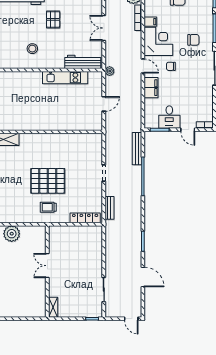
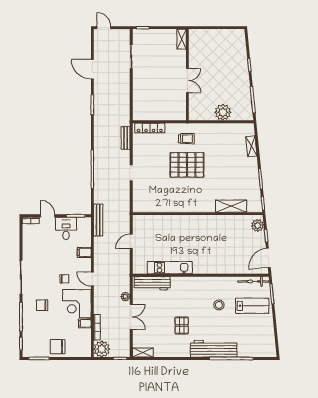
stool: (32, 49) -> (219, 305), moved
plant: (110, 71) -> (125, 297), moved
filing cabinet: (151, 88) -> (84, 252), width x0.50
bench: (137, 149) -> (98, 220), moved

